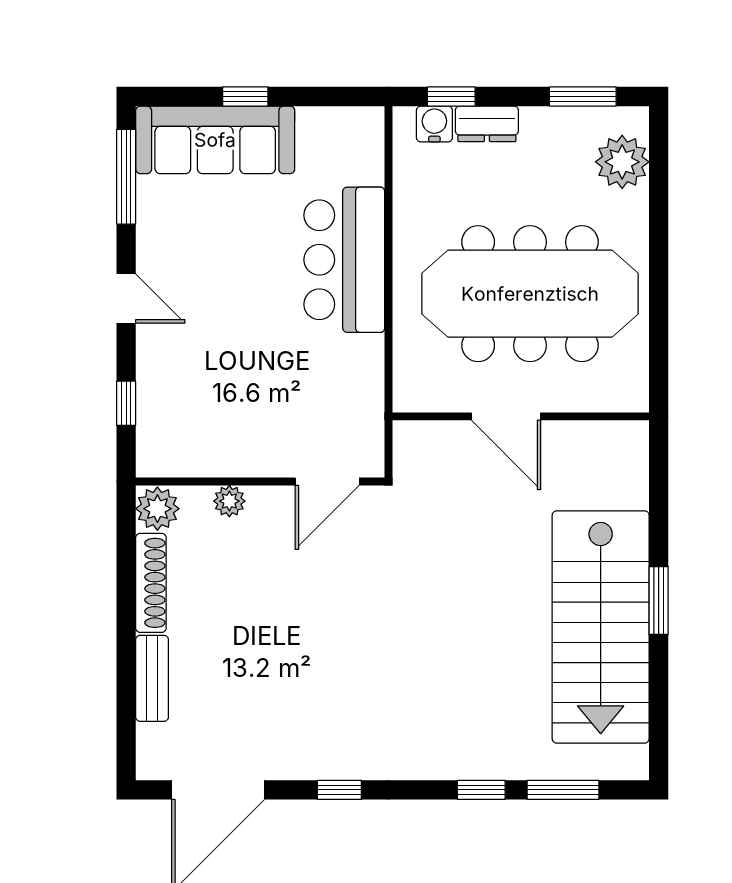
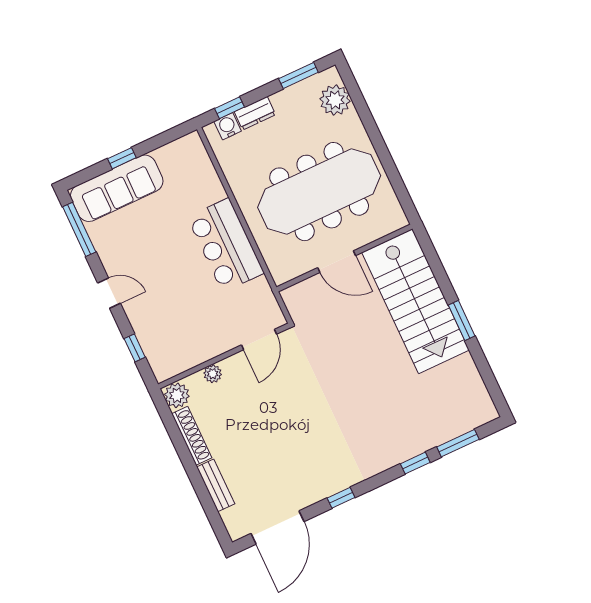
bar counter: (344, 260) -> (226, 245), moved
stairs: (601, 627) -> (416, 301), moved

